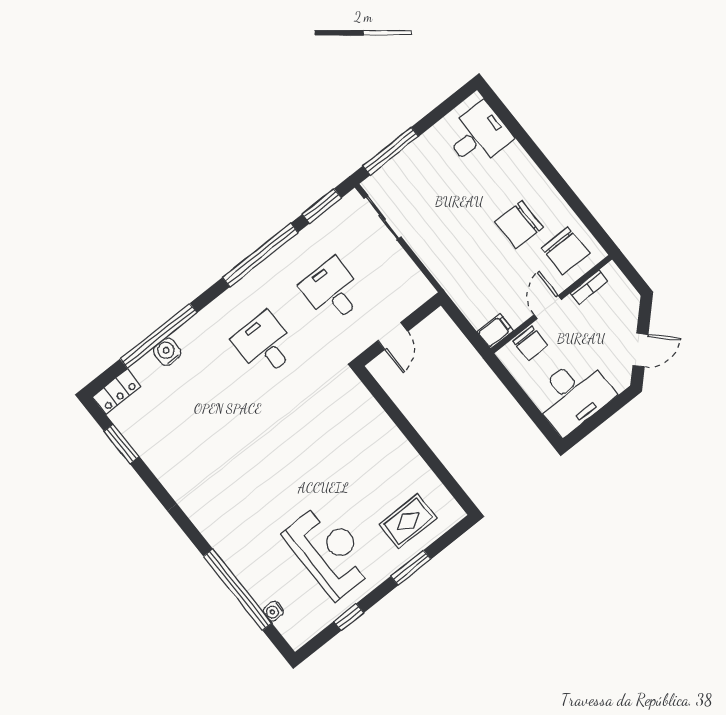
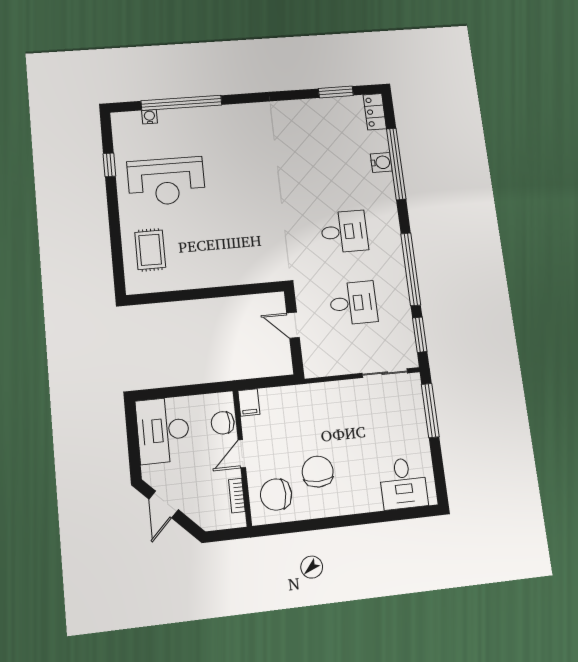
door: (548, 307) -> (242, 454), swing flipped
window: (411, 568) -> (115, 230), removed

